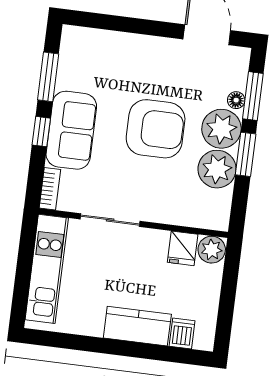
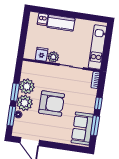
armchair: (156, 129) -> (52, 103), turned 180
sofa: (71, 130) -> (82, 129), moved
plant: (212, 250) -> (53, 57), moved

